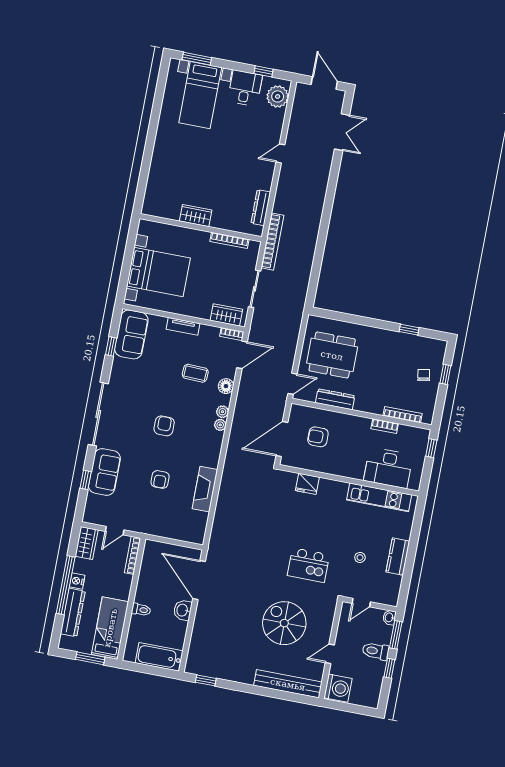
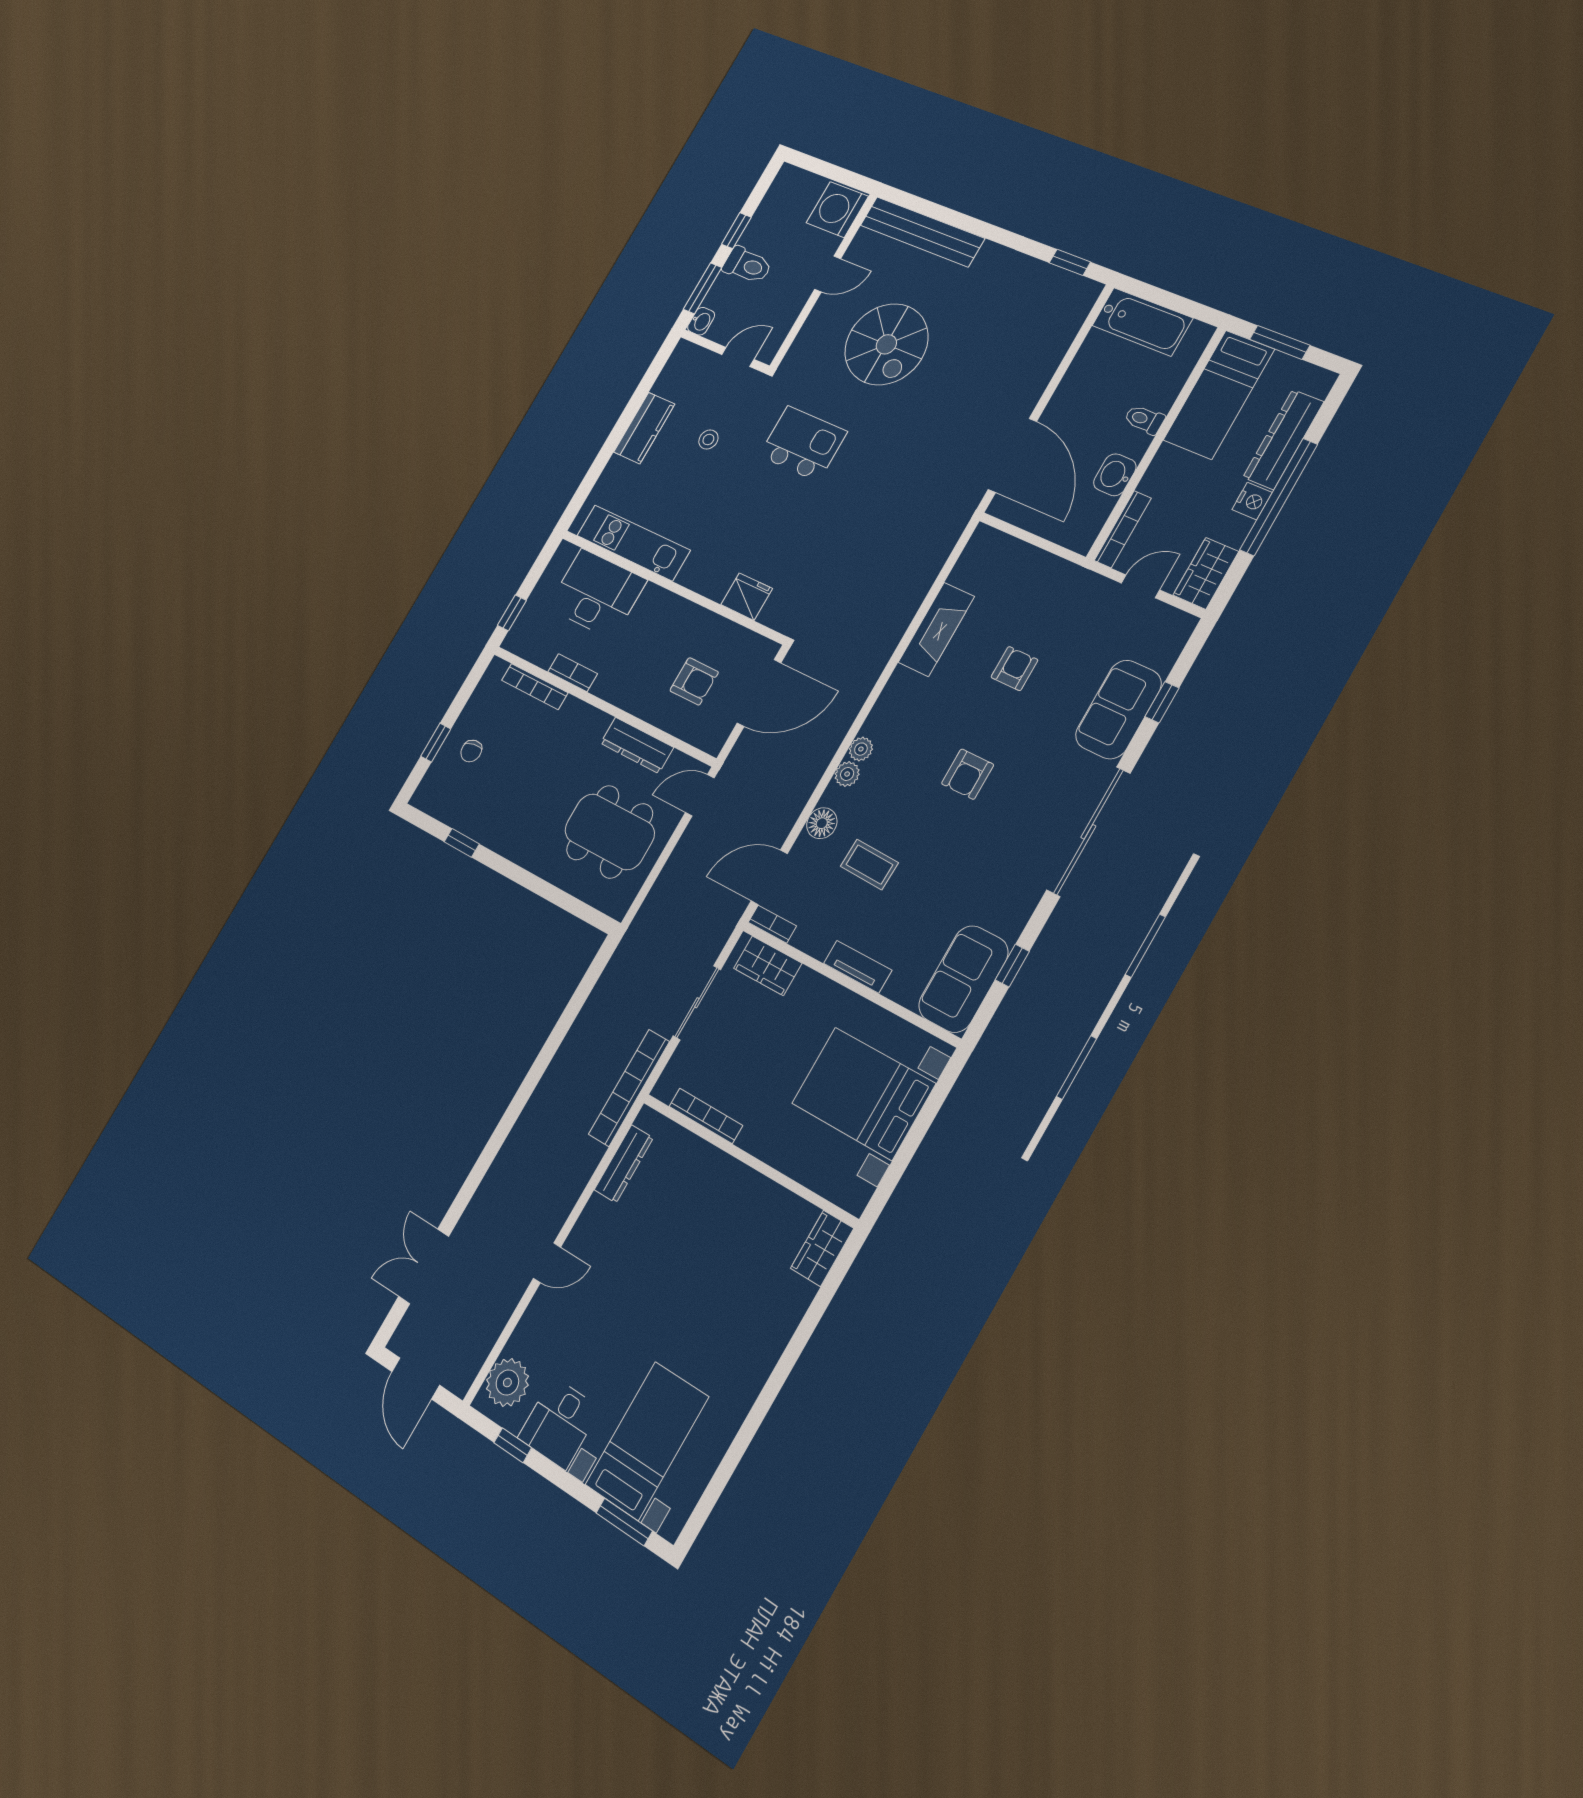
wardrobe: (196, 216) -> (822, 1248), moved, turned 90
washbasin: (183, 610) -> (1115, 475), moved, turned 180

